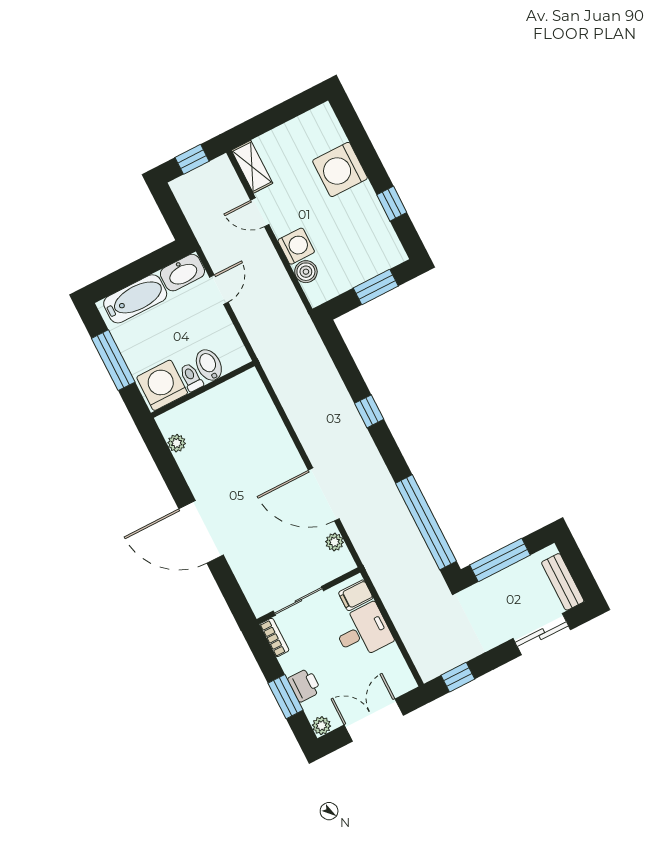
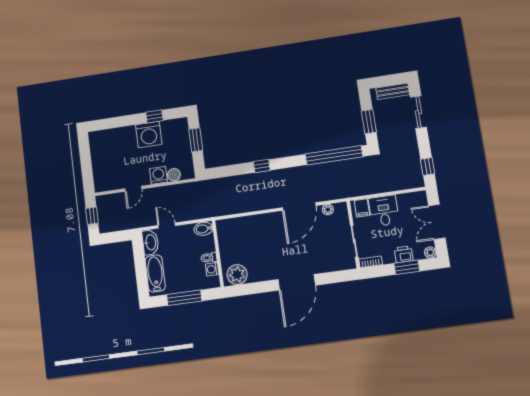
shelving: (252, 167) -> (108, 185), removed
washing machine: (340, 169) -> (149, 135), moved
bidet: (209, 365) -> (203, 229), moved
washing machine: (162, 385) -> (212, 269), width x0.53, depth x0.53
plant: (177, 443) -> (237, 275), width x1.87, depth x1.87
window: (500, 560) -> (369, 122), width x0.69

